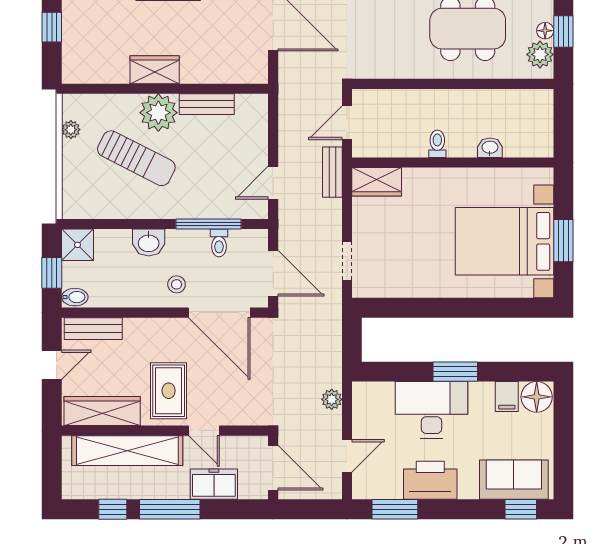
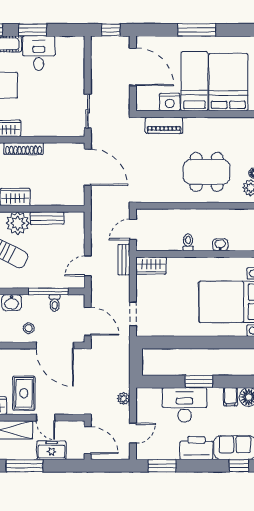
printer: (430, 480) -> (196, 448), moved

